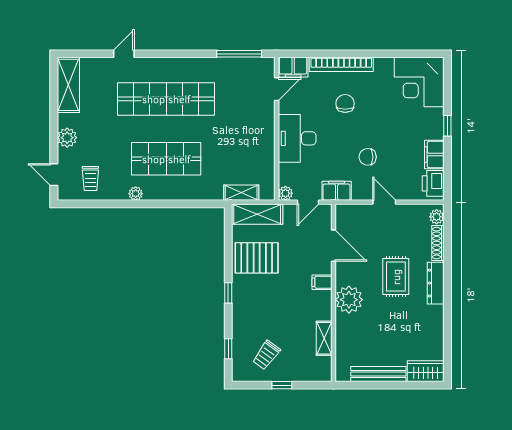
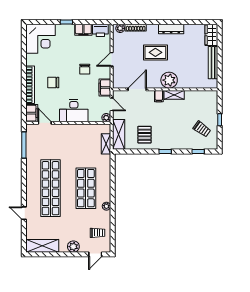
pallet: (257, 258) -> (144, 135), width x0.67, depth x0.71
dresser: (436, 283) -> (171, 29), moved
shelving: (324, 338) -> (174, 95), moved

